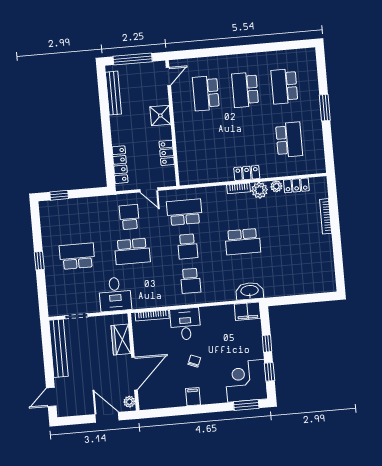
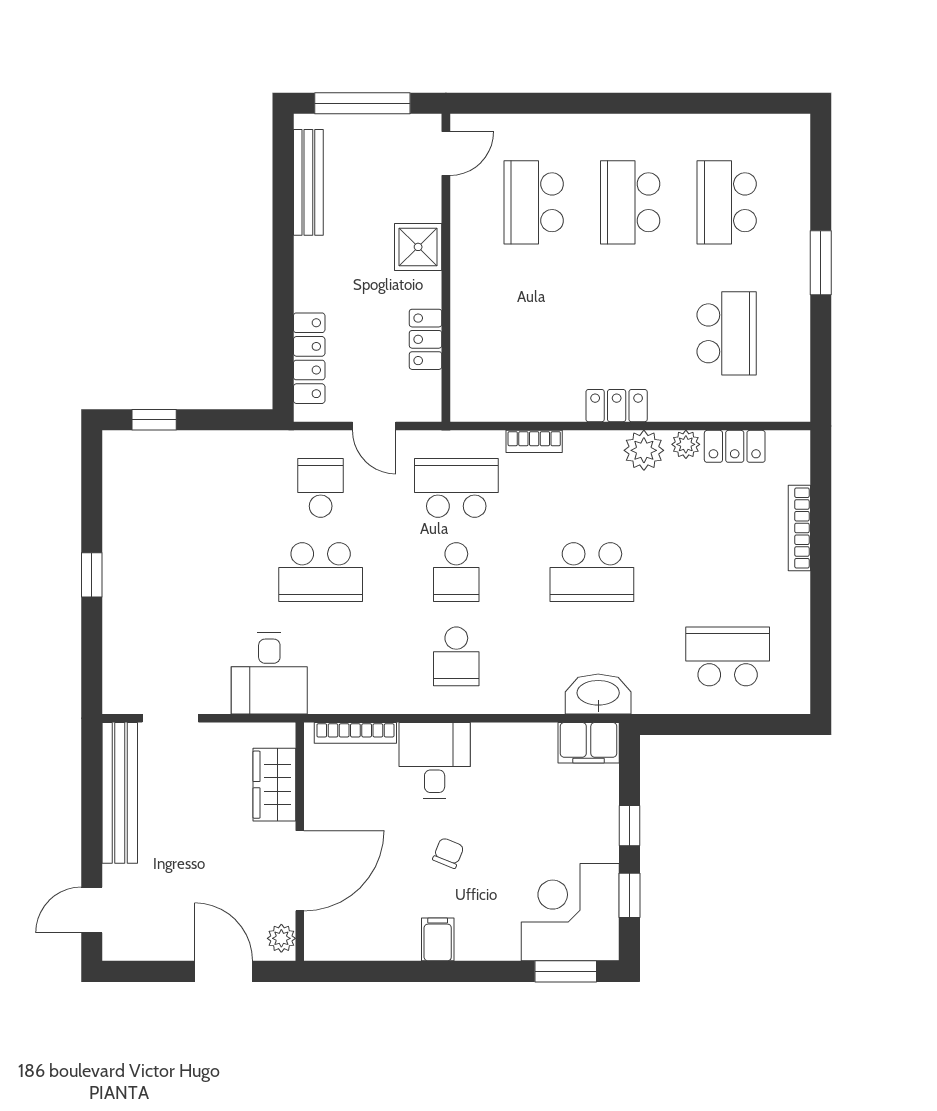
bookcase: (238, 188) -> (534, 441), moved
school desk: (77, 256) -> (728, 656), moved

